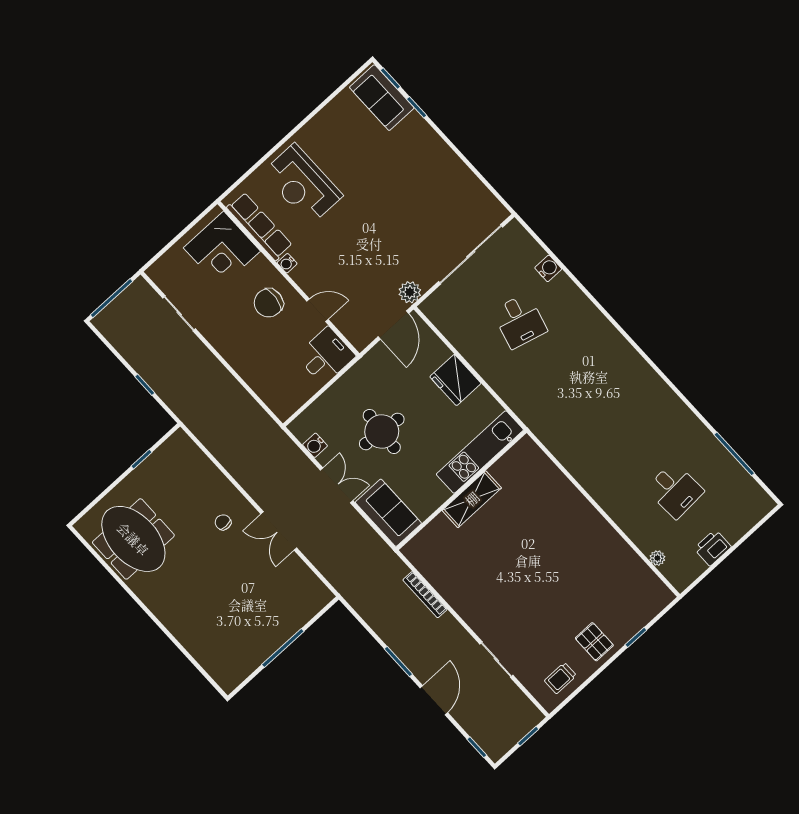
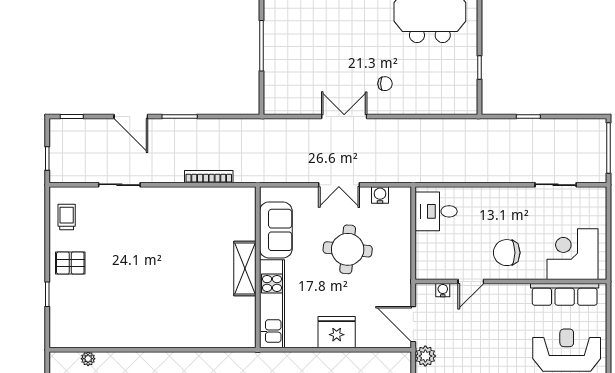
water cooler: (287, 263) -> (443, 290), moved
chair: (269, 303) -> (507, 253), turned -96
desk: (326, 356) -> (436, 211), moved, turned 90
sofa: (388, 513) -> (276, 230), moved, turned -90

